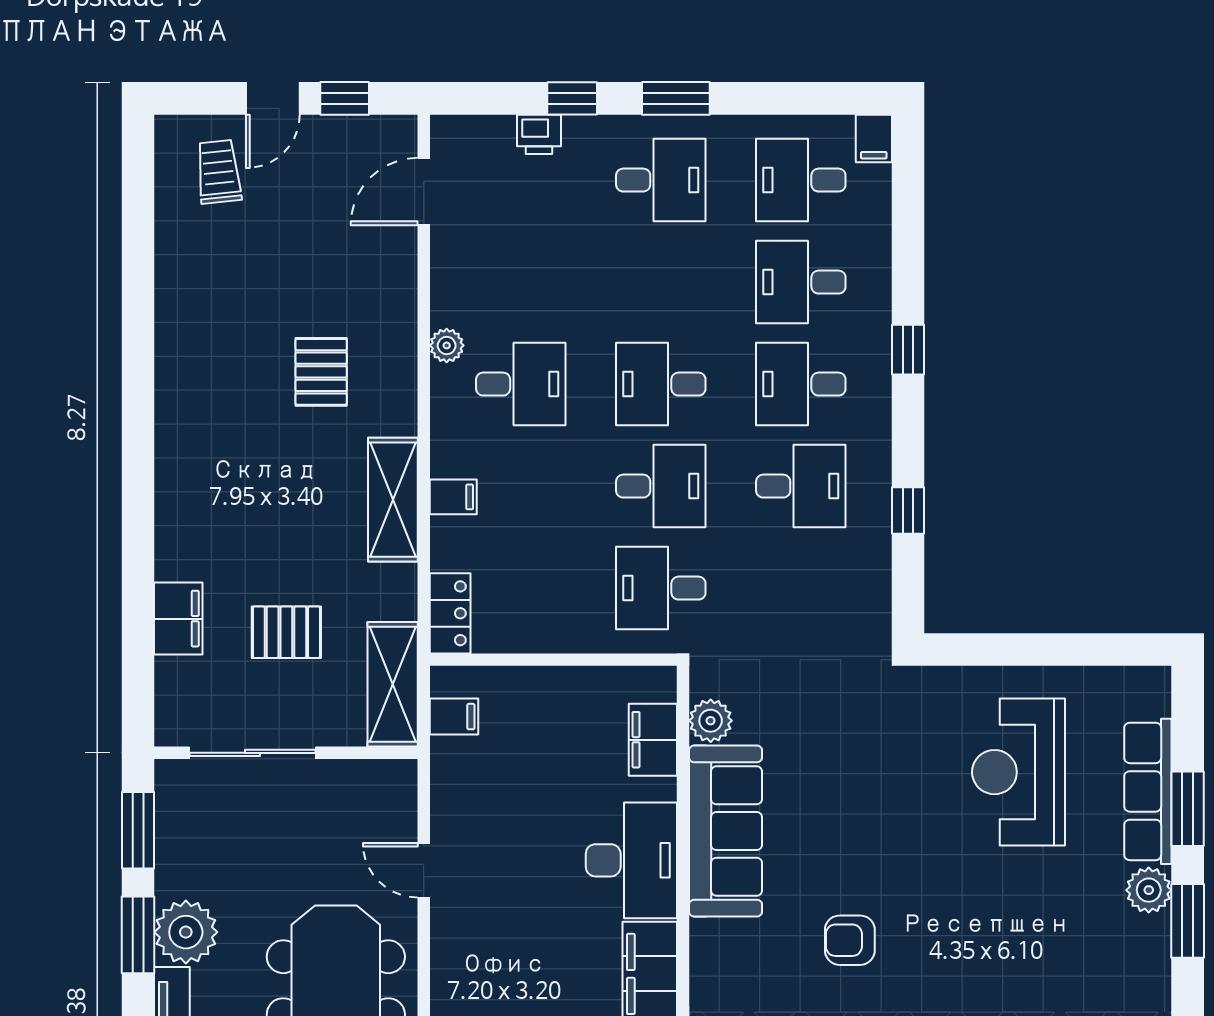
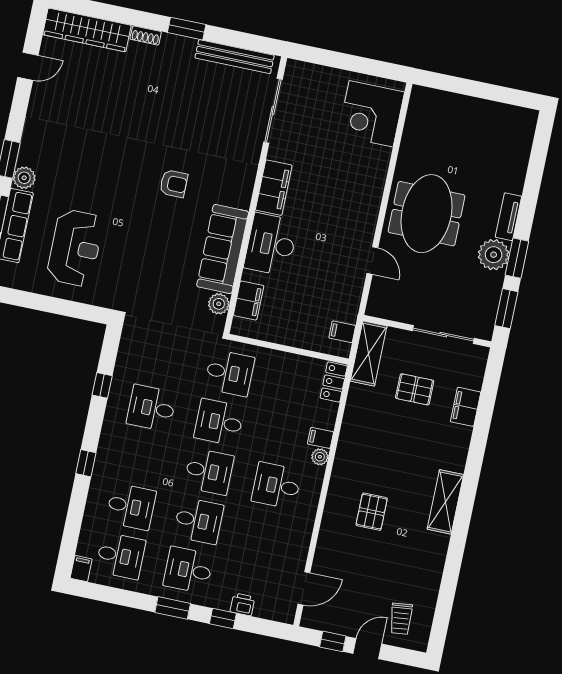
plant: (447, 345) -> (320, 457), moved
desk: (801, 384) -> (199, 521), moved
shelving: (393, 500) -> (445, 502), moved

